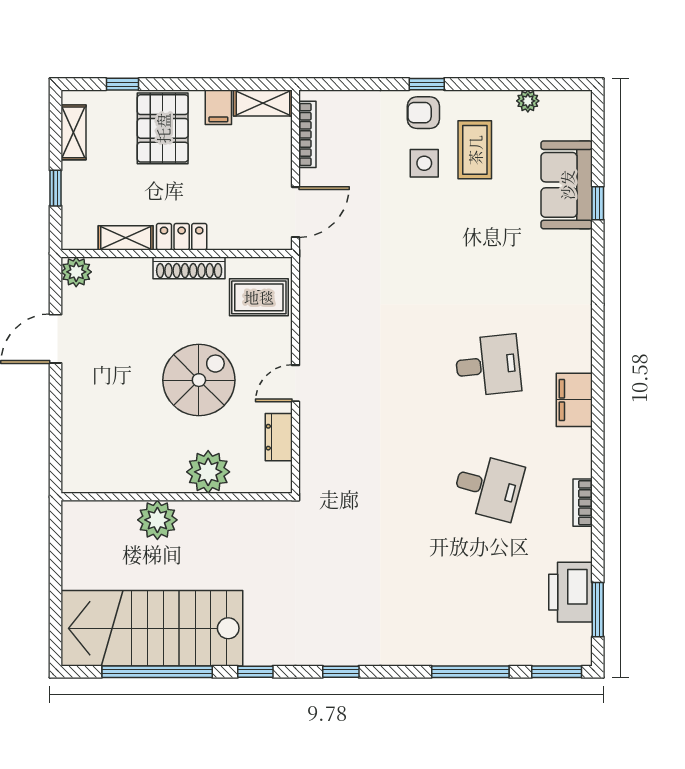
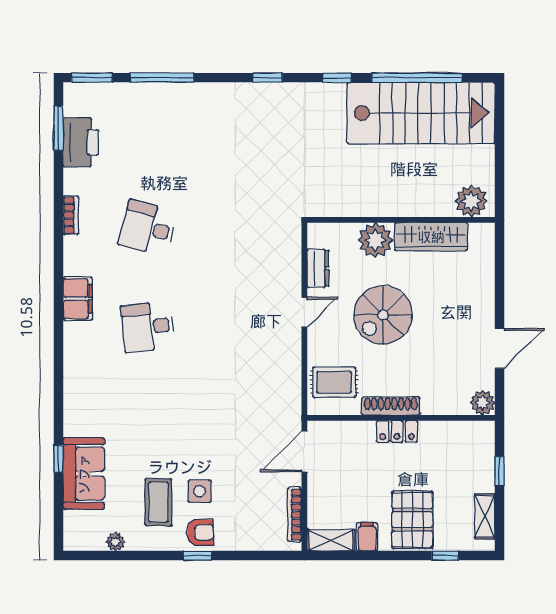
shelving: (126, 238) -> (442, 431), removed
wardrobe: (140, 476) -> (431, 237), added
plant: (157, 520) -> (471, 201), moved

